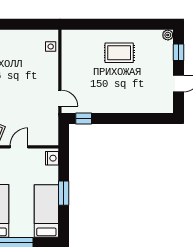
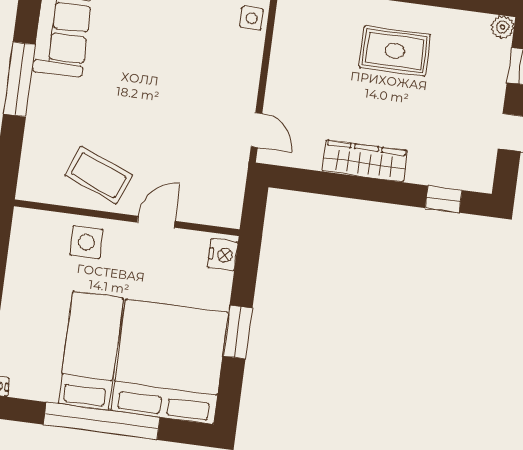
wardrobe: (112, 106) -> (365, 161), added
window: (84, 119) -> (444, 199), moved
bed: (46, 211) -> (170, 362), width x2.04

